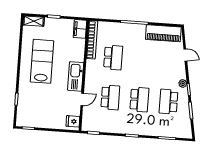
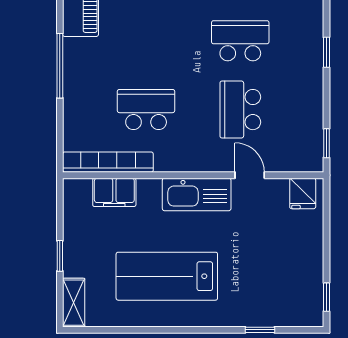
filing cabinet: (80, 29) -> (114, 192), moved
school desk: (110, 97) -> (240, 110), turned -90

